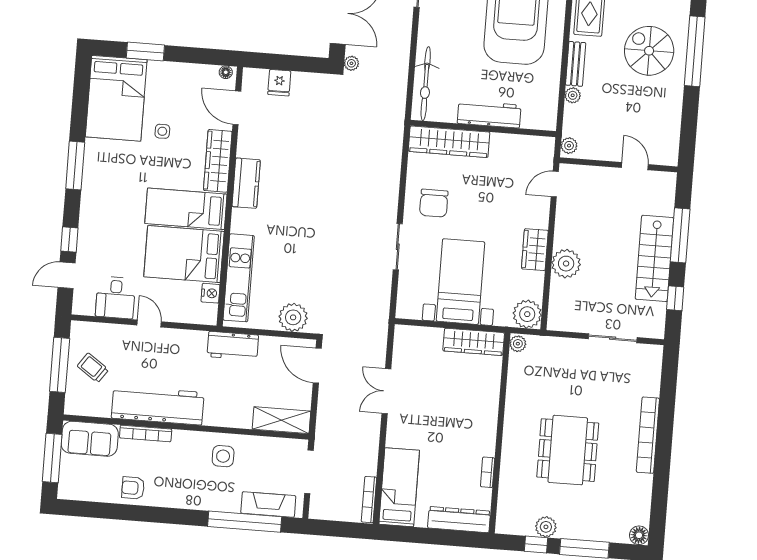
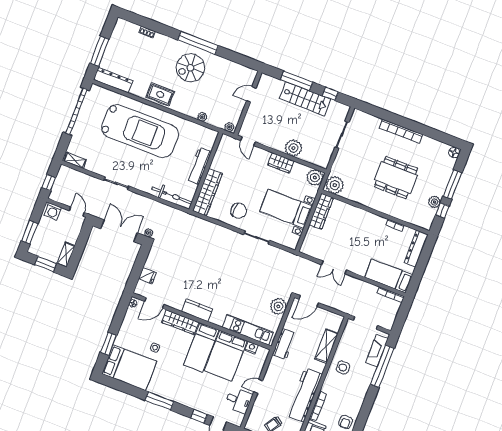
bench: (576, 64) -> (186, 110), removed
plant: (518, 344) -> (335, 185), width x1.88, depth x1.88
shelving: (281, 420) -> (326, 346), moved

